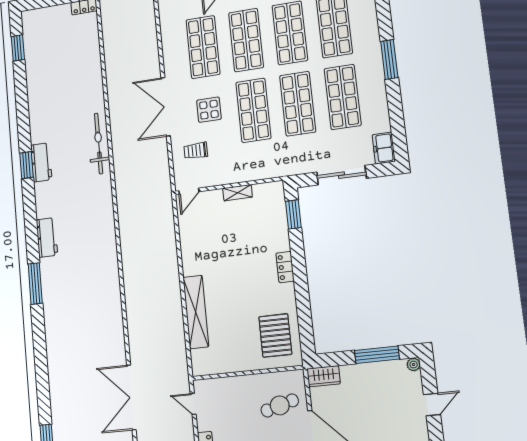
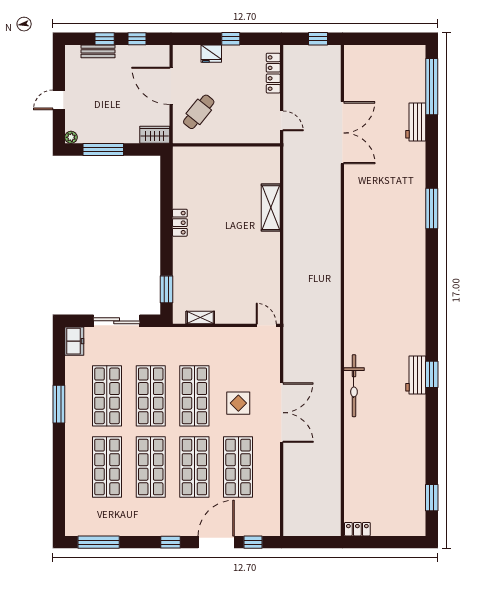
window: (389, 59) -> (59, 404), moved
trolley: (196, 151) -> (255, 364), removed
door: (189, 191) -> (266, 325), hinge flipped
shelving: (238, 193) -> (200, 317), moved
workbench: (47, 237) -> (416, 122), moved
locker: (285, 267) -> (180, 223), moved
window: (35, 284) -> (432, 208), moved
shelving: (196, 312) -> (271, 208), width x0.68
pallet: (275, 335) -> (196, 177), removed
cafe table: (280, 405) -> (199, 112), turned -35

